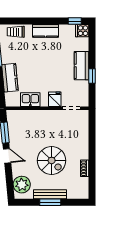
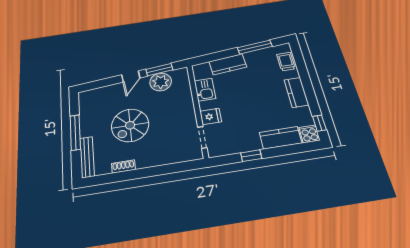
kitchen counter: (82, 66) -> (281, 138), moved
plant: (22, 185) -> (161, 82), moved
bench: (50, 194) -> (87, 157), moved
window: (50, 202) -> (75, 132), width x1.44

